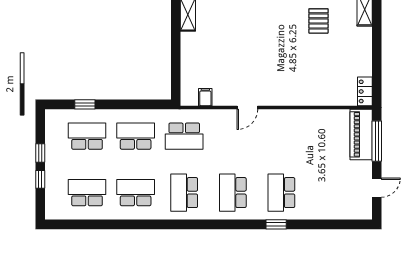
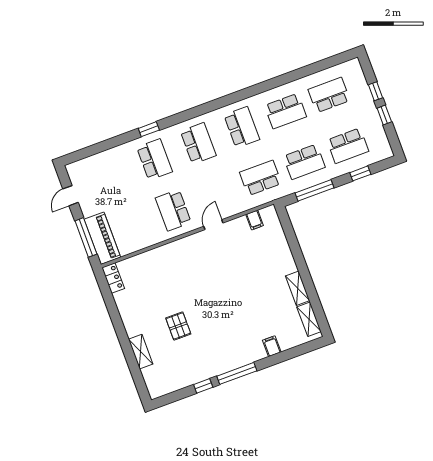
window: (136, 104) -> (314, 190), added
school desk: (281, 136) -> (173, 210), added
school desk: (87, 193) -> (329, 95), turned 180

